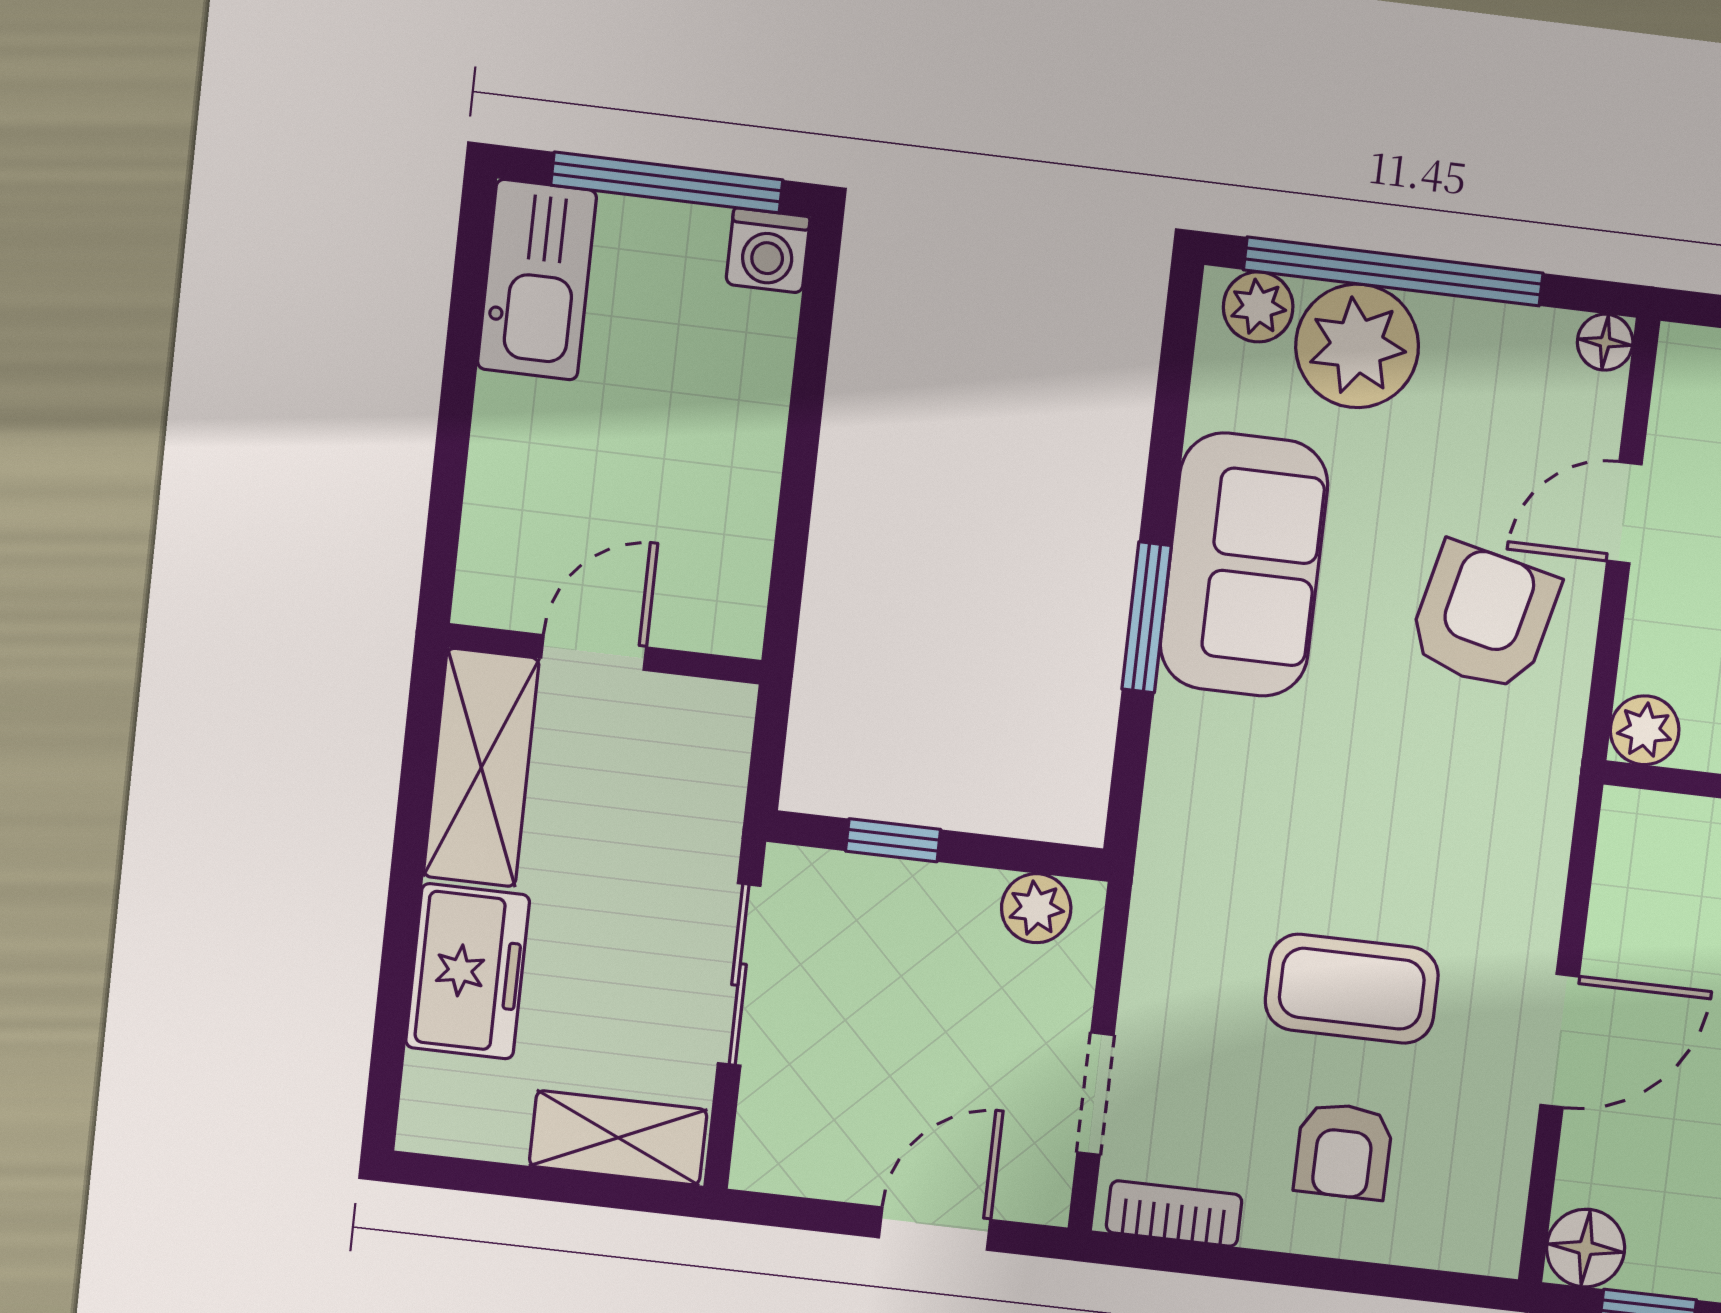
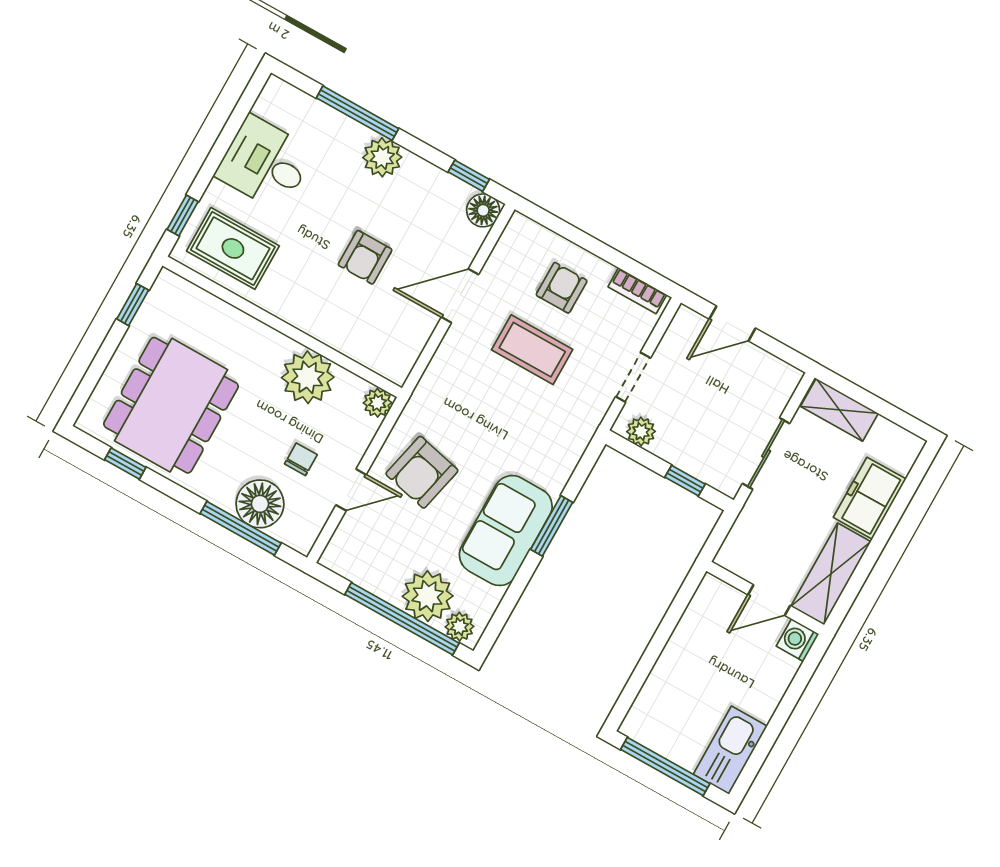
washing machine: (768, 250) -> (798, 640), moved, turned -90
floor lamp: (1605, 342) -> (332, 558), removed
doorway: (1095, 1094) -> (633, 377), moved

